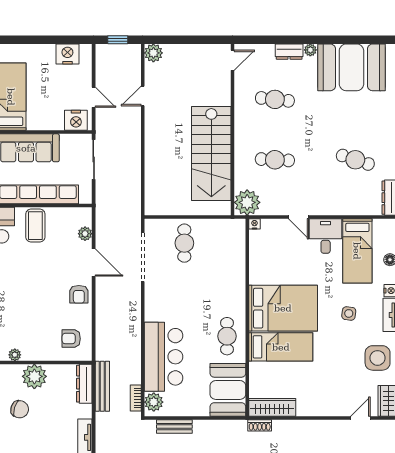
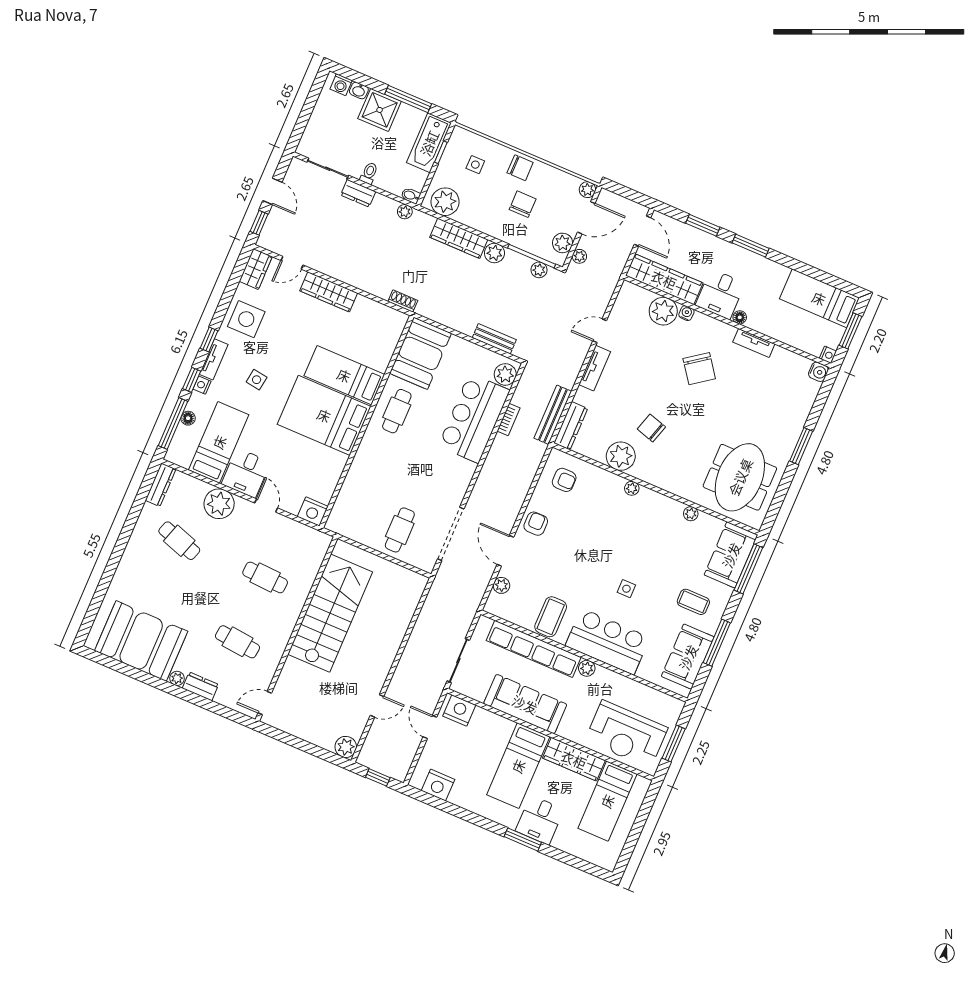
plant: (247, 202) -> (219, 504), moved
nightstand: (255, 224) -> (313, 512), width x1.89, depth x1.79
bookcase: (136, 398) -> (508, 419), moved
wardrobe: (272, 407) -> (329, 292), moved

